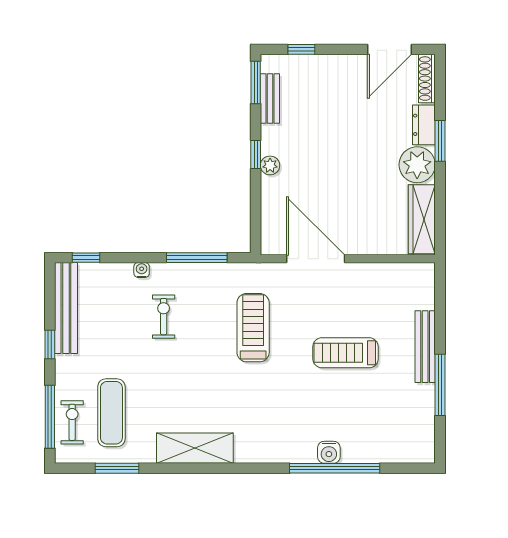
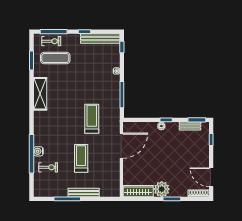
dresser: (424, 125) -> (179, 192), removed
exercise bike: (164, 317) -> (48, 167), moved
treadmill: (253, 328) -> (92, 119), turned -90

